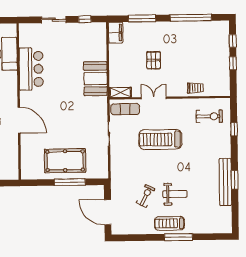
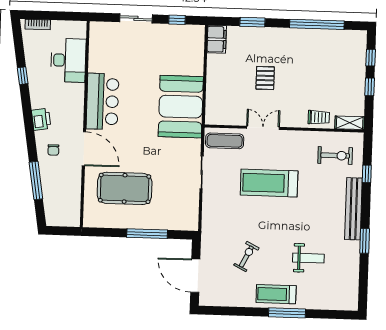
window: (142, 18) -> (252, 22), width x0.69
bar counter: (31, 69) -> (102, 101), moved
booth: (95, 79) -> (181, 107), width x1.36, depth x1.42
shelving: (120, 92) -> (350, 123), moved
pool table: (65, 161) -> (125, 188), moved
bench: (225, 182) -> (353, 209), moved
weight bench: (175, 194) -> (308, 258), moved

